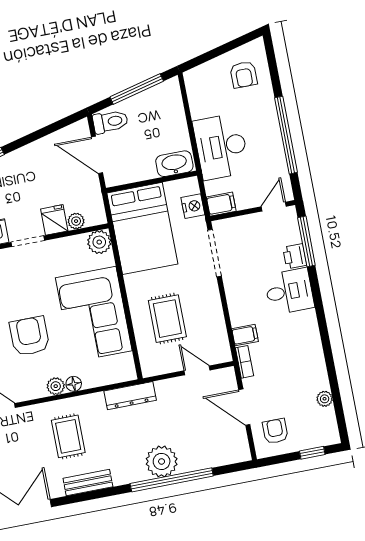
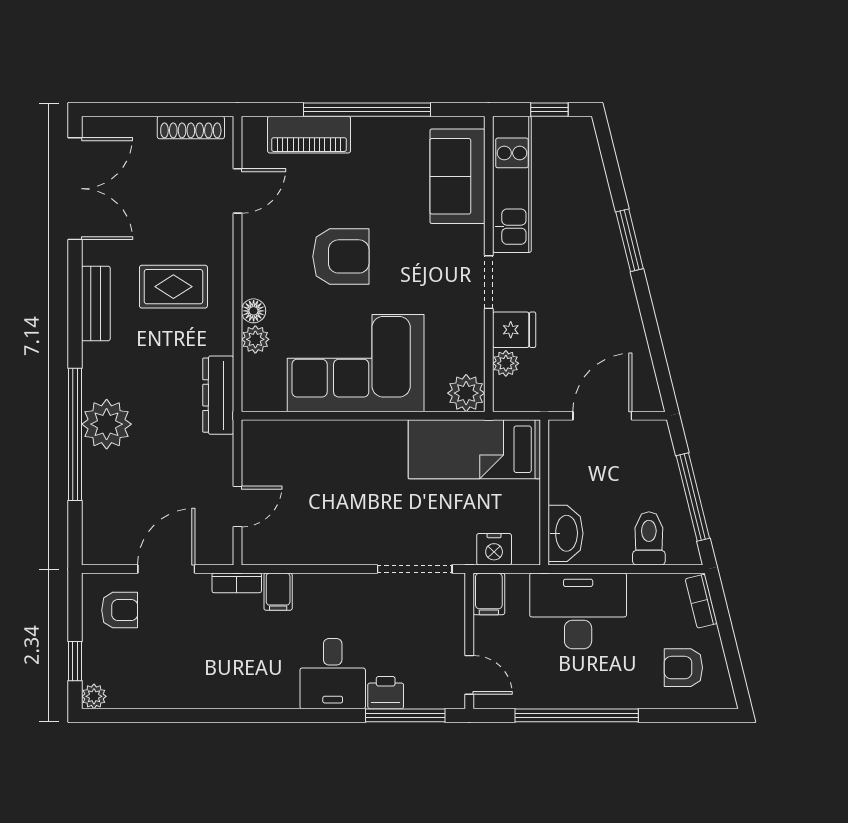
bookcase: (200, 71) -> (701, 601), added
toilet: (110, 122) -> (649, 538), moved, turned 180
bed: (142, 228) -> (474, 449), width x0.67
rug: (167, 319) -> (327, 476), removed
plant: (56, 386) -> (255, 339), moved
plant: (325, 399) -> (94, 696), moved

